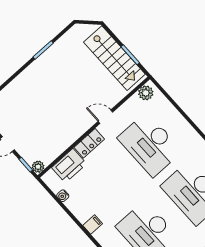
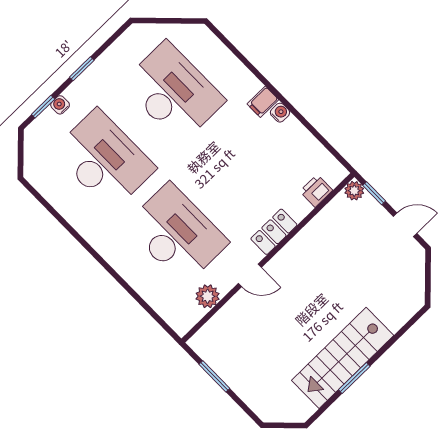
stairs: (114, 58) -> (343, 358), moved, turned -90
plant: (146, 93) -> (208, 296), moved
printer: (69, 166) -> (316, 191), width x0.53, depth x0.68
water cooler: (63, 196) -> (280, 113), moved

